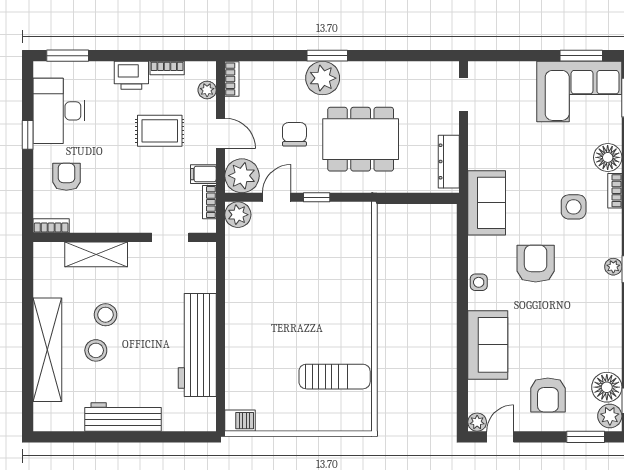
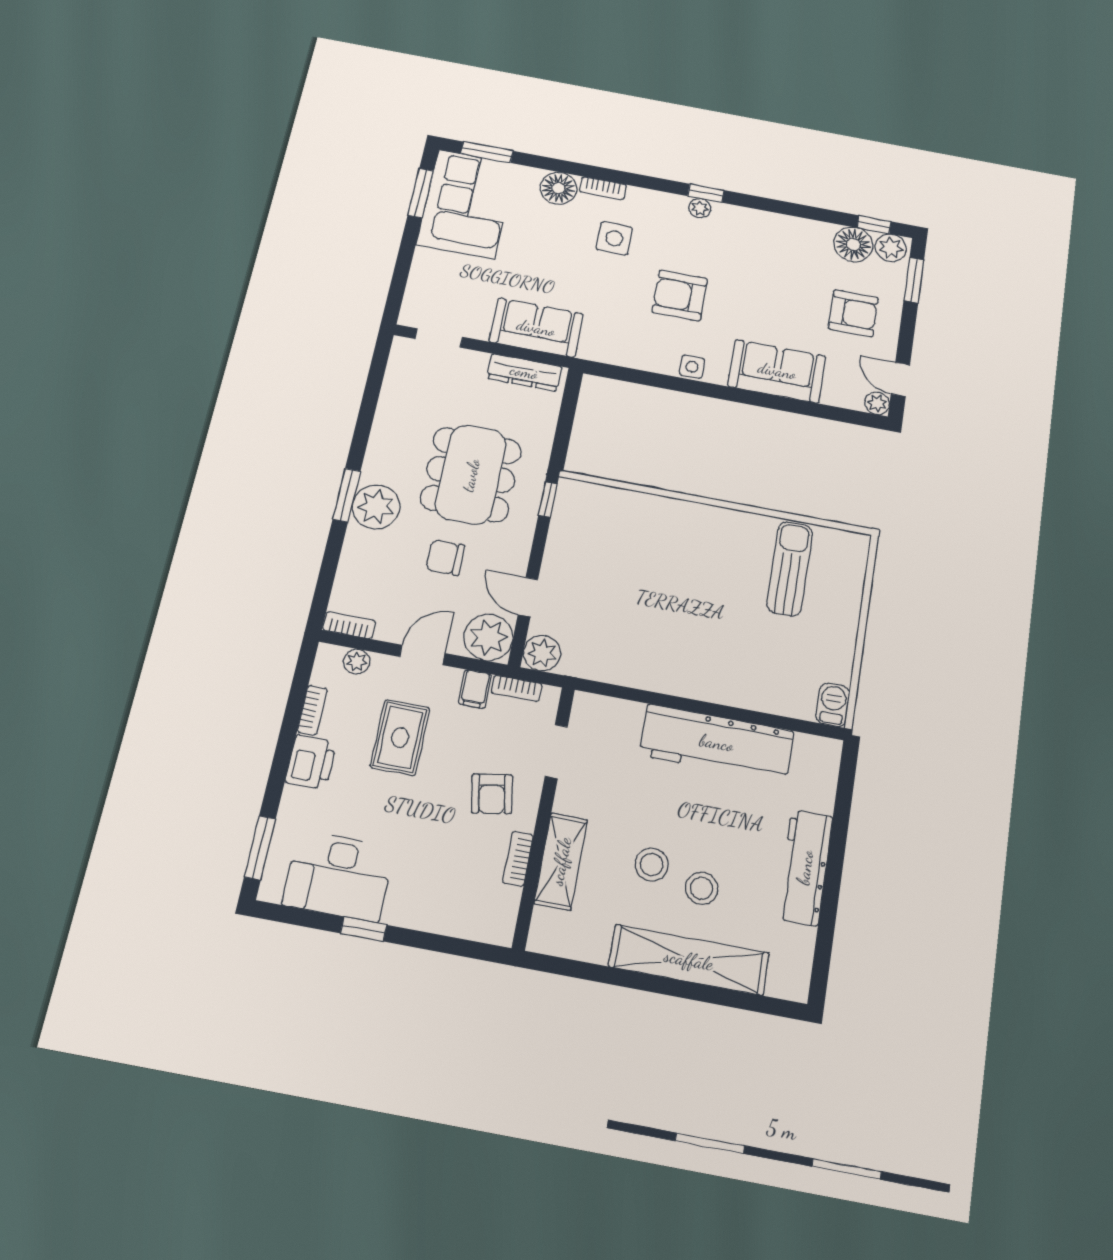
armchair: (66, 177) -> (492, 794), moved, turned -100
window: (317, 197) -> (548, 500), moved
sofa: (487, 203) -> (536, 328), moved
bookcase: (51, 226) -> (518, 859), moved

